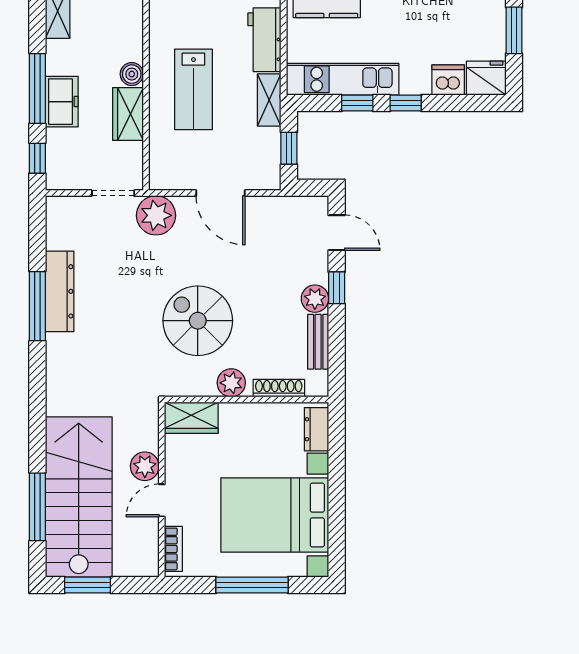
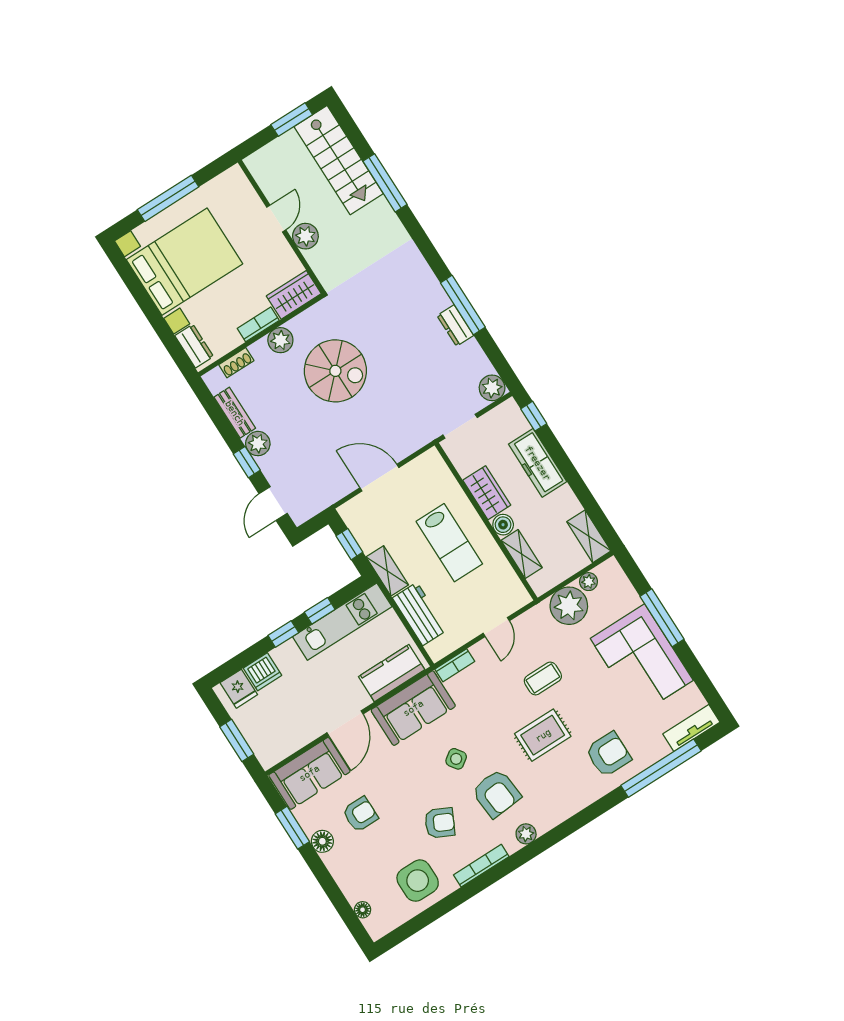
shelving: (132, 35) -> (522, 554), added
fridge: (486, 78) -> (239, 689), width x0.72
window: (37, 89) -> (567, 469), removed
lab bench: (193, 89) -> (449, 543), turned 180
freezer: (62, 102) -> (538, 463), width x1.40
plant: (156, 215) -> (492, 388), moved, width x0.73, depth x0.73
door: (337, 233) -> (273, 504), hinge flipped
dresser: (60, 291) -> (455, 325), width x0.51, depth x0.80
shoe rack: (279, 388) -> (236, 363), width x0.70
stairs: (79, 497) -> (339, 160), width x0.73, depth x0.66
window: (37, 507) -> (385, 183), moved
bookcase: (173, 549) -> (258, 324), moved, turned 90

